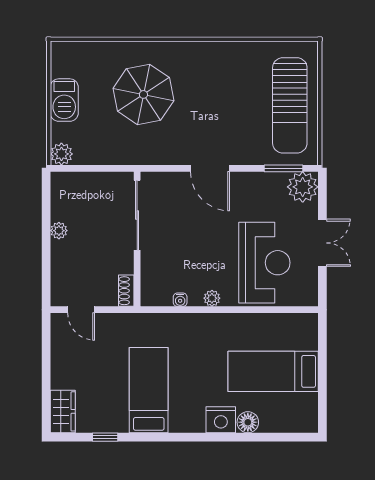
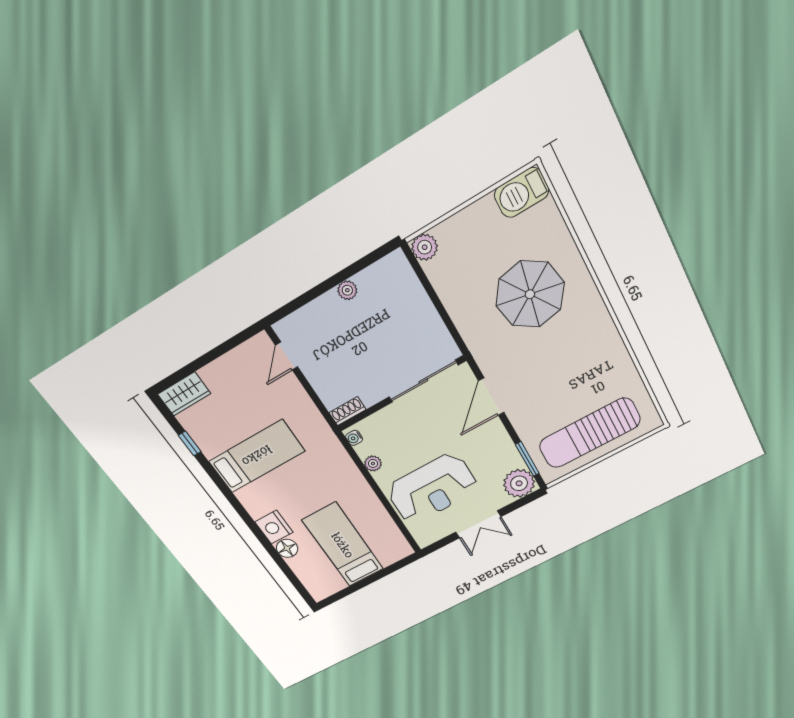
barbecue: (64, 100) -> (522, 193), moved
sliding door: (137, 215) -> (423, 381), moved
wall: (137, 239) -> (401, 394), moved
shoe rack: (126, 291) -> (347, 411), moved

